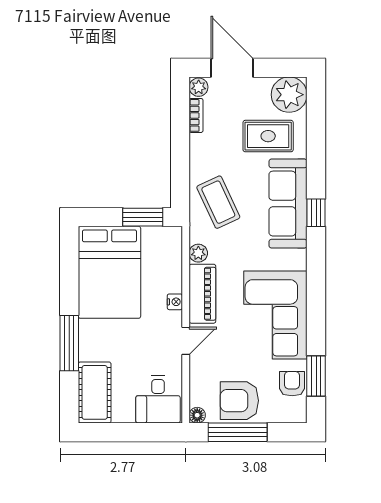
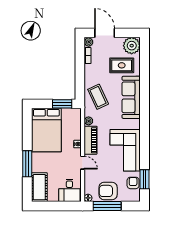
window: (316, 213) -> (144, 102), removed
door: (186, 341) -> (83, 163), hinge flipped

